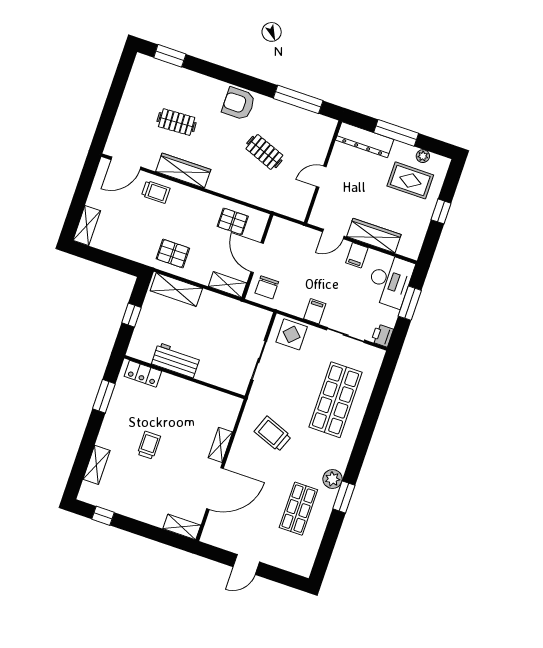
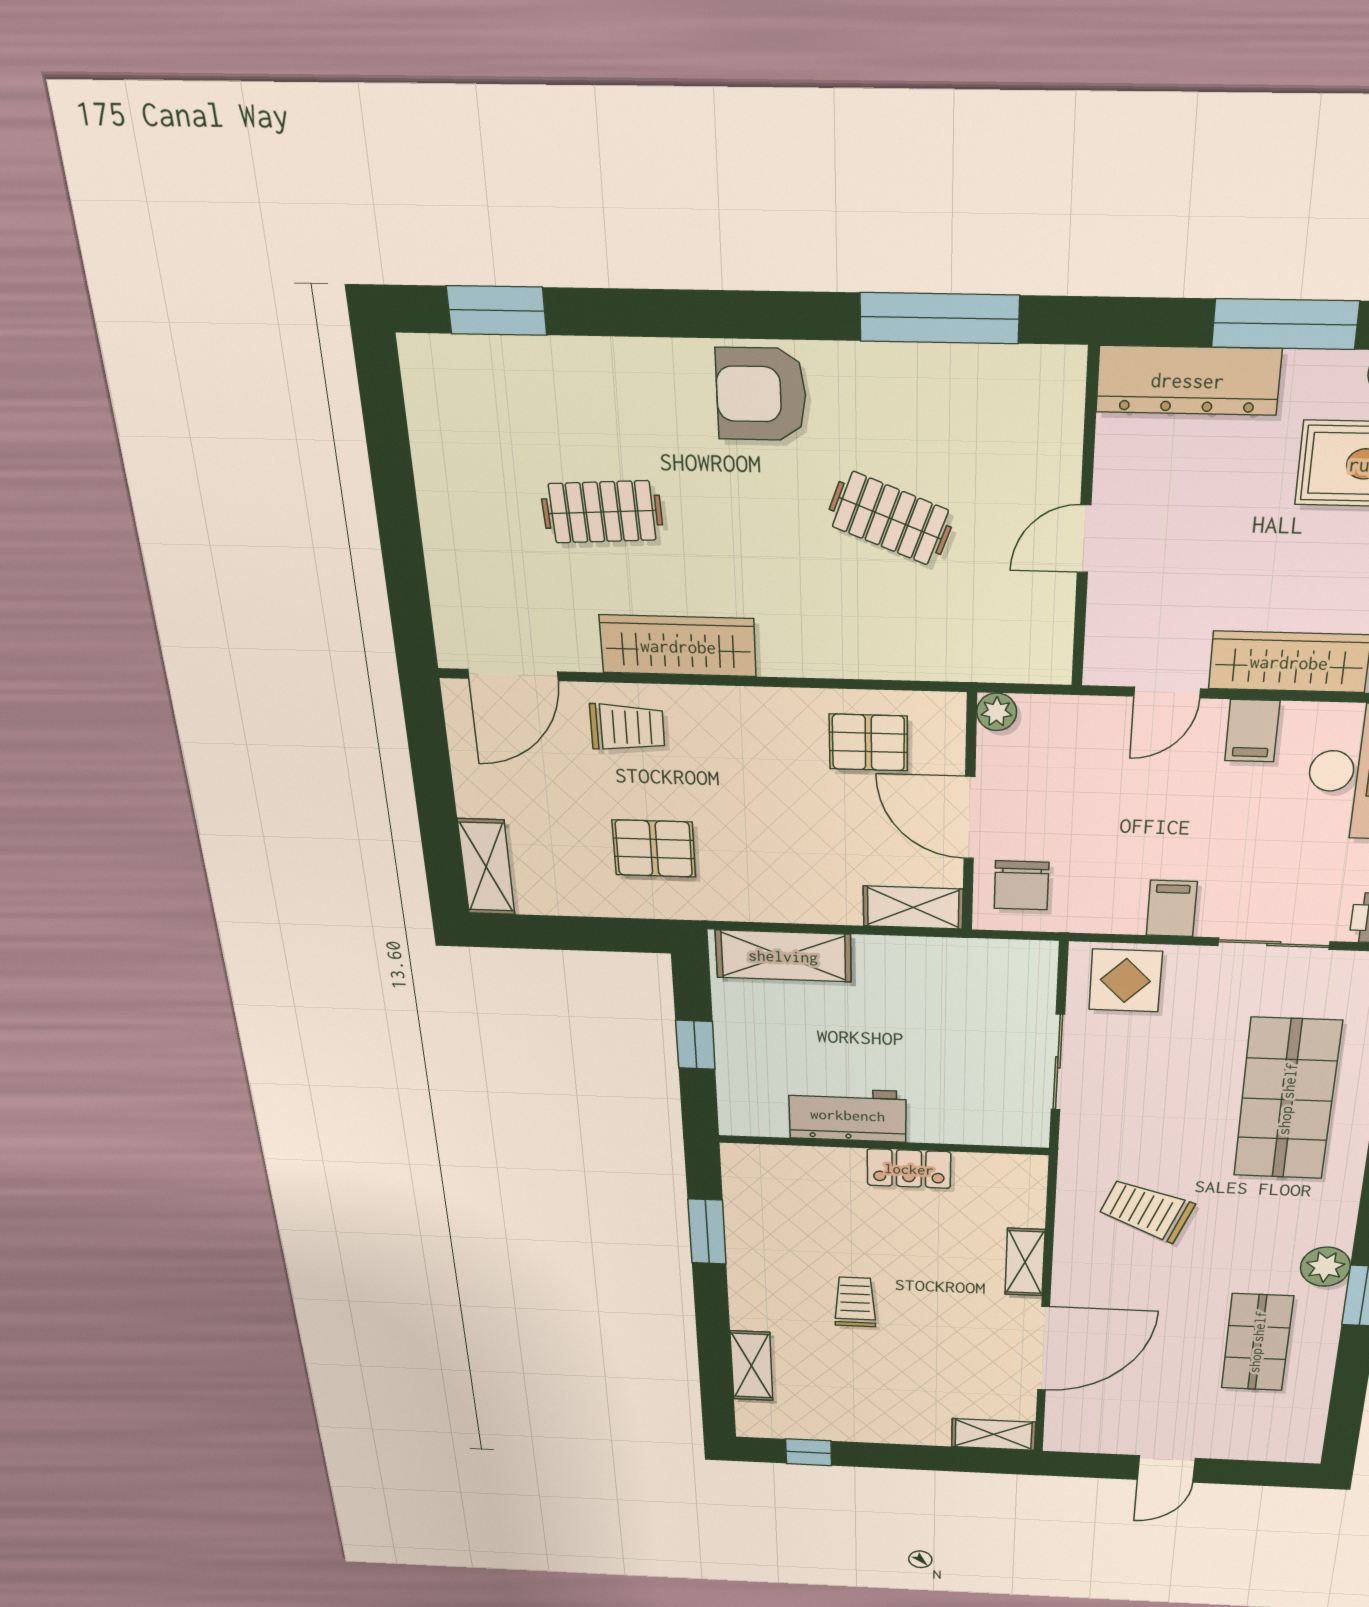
plant: (277, 224) -> (997, 712), added
pallet: (173, 253) -> (654, 849), moved
locker: (143, 374) -> (909, 1169), moved

